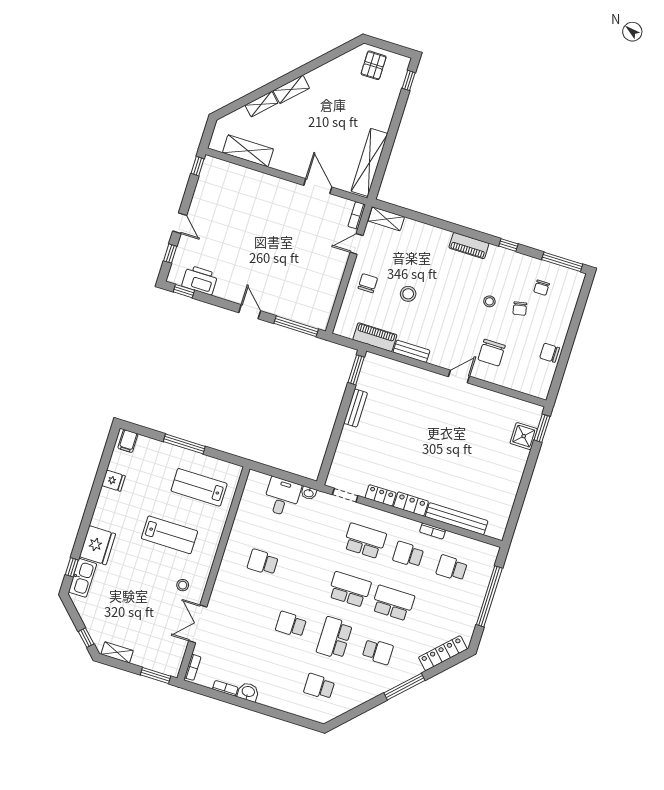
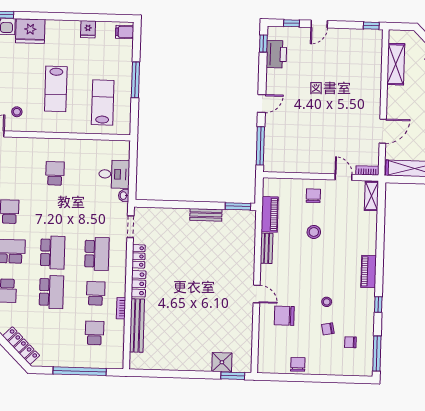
chair: (368, 283) -> (313, 196), turned -90

